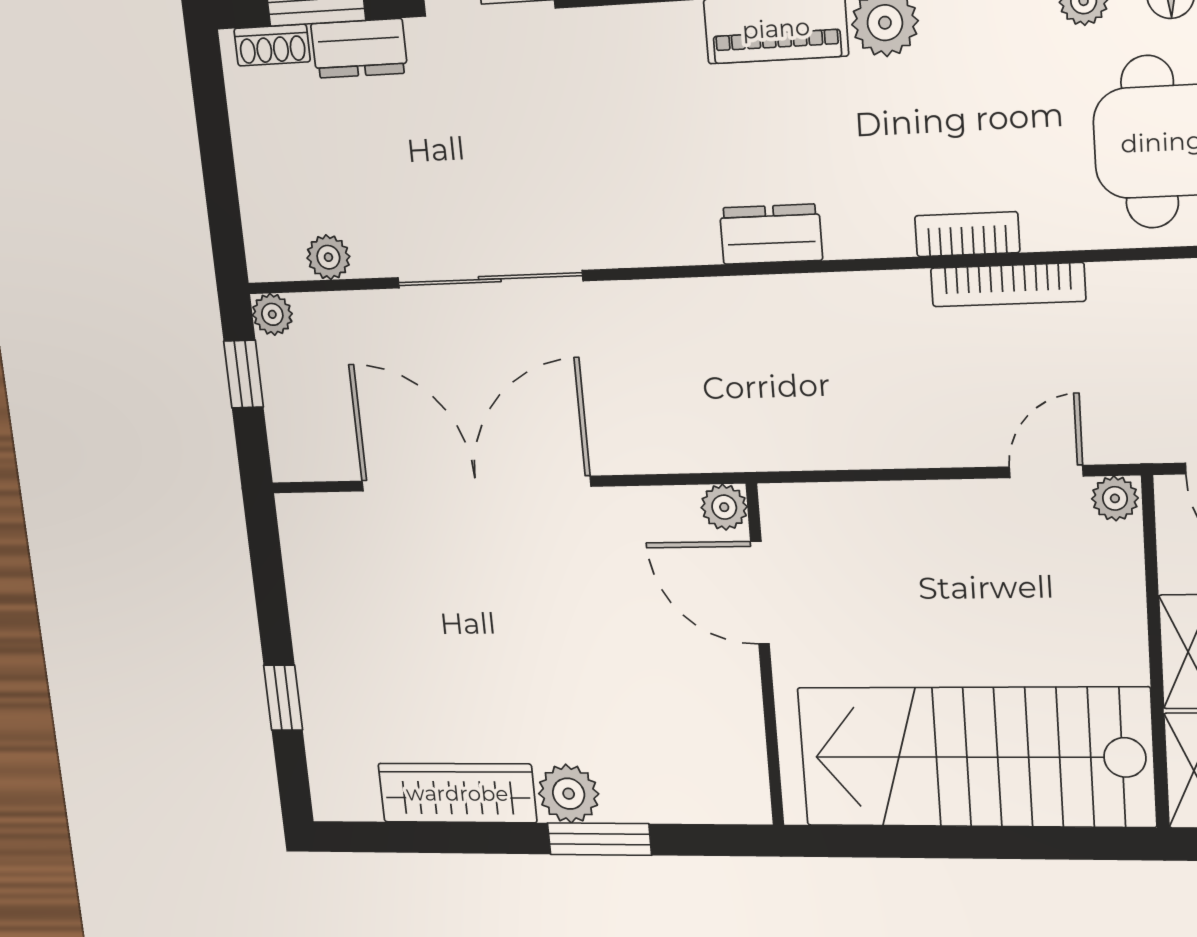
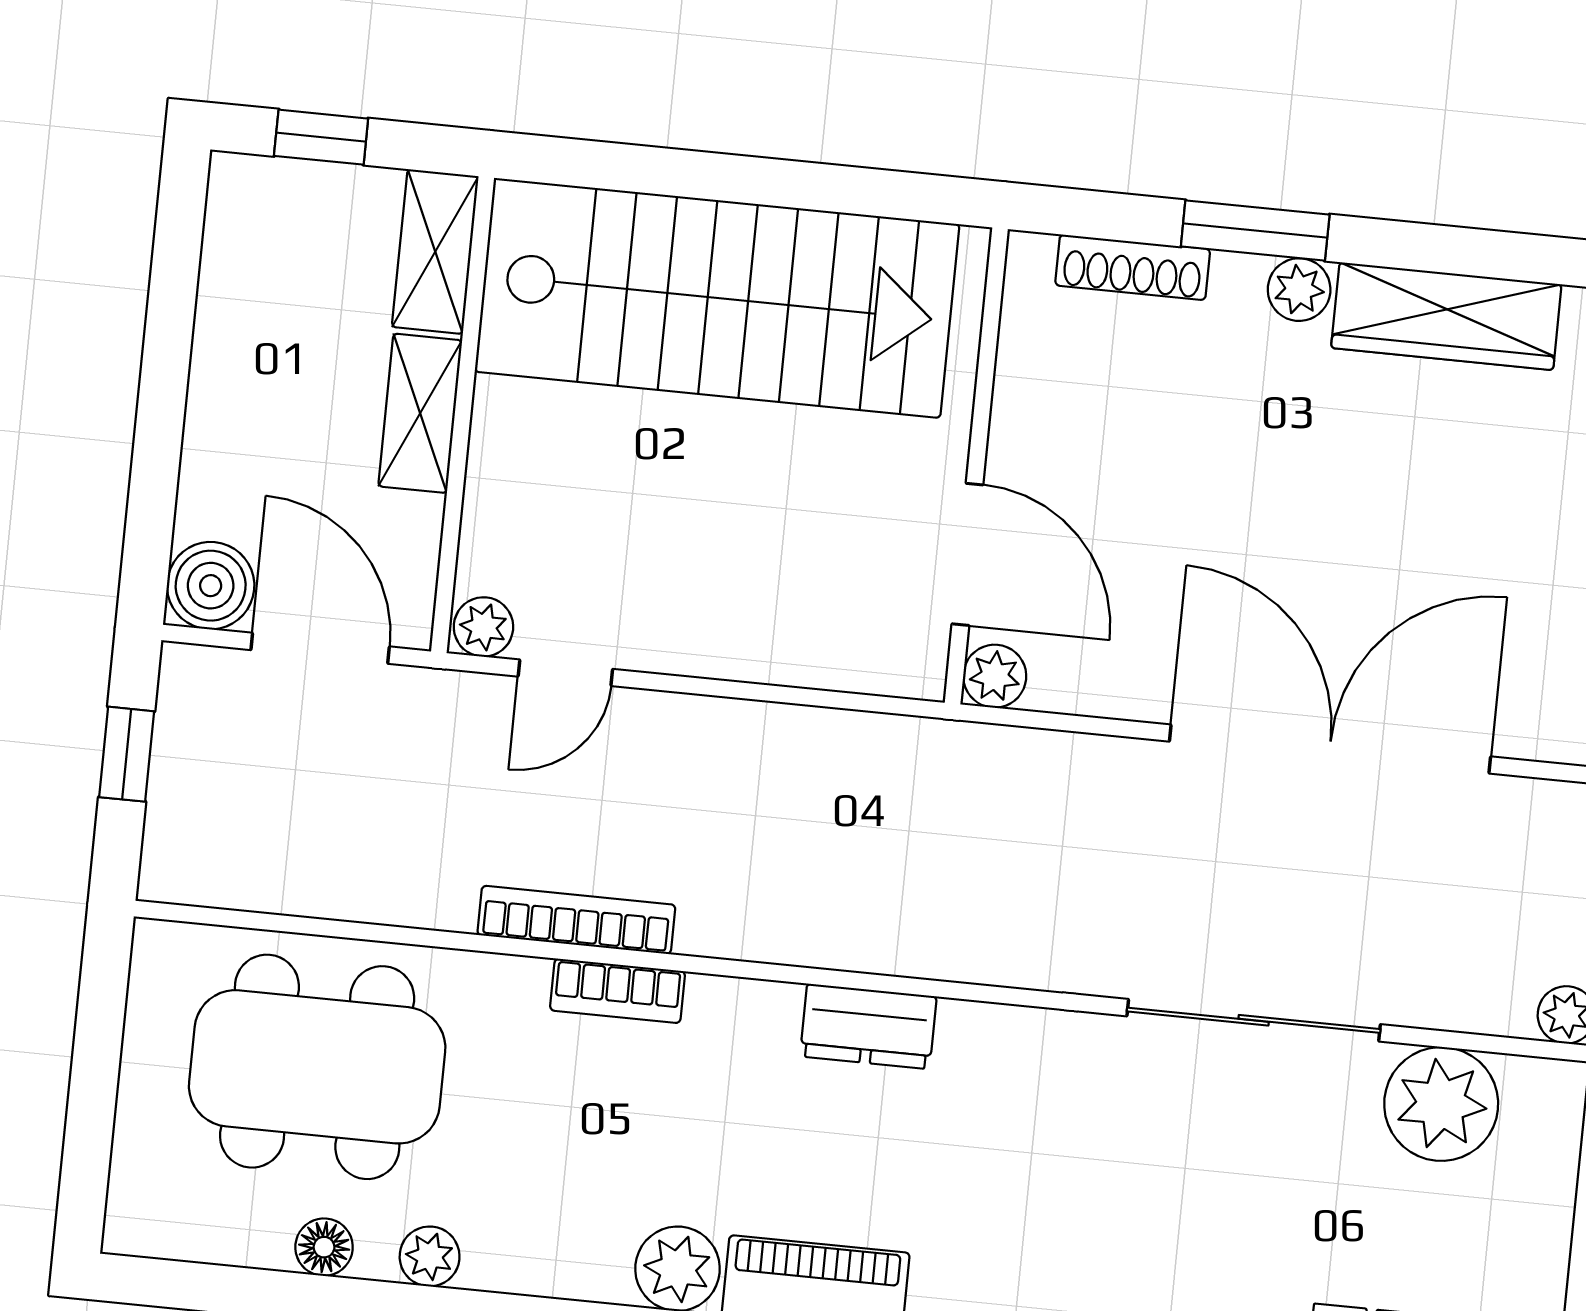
plant: (328, 257) -> (1441, 1104), width x1.88, depth x1.88
double door: (475, 484) -> (1330, 749), swing flipped
plant: (569, 794) -> (1299, 290), width x0.73, depth x0.73
shoe rack: (680, 806) -> (1133, 267), added

